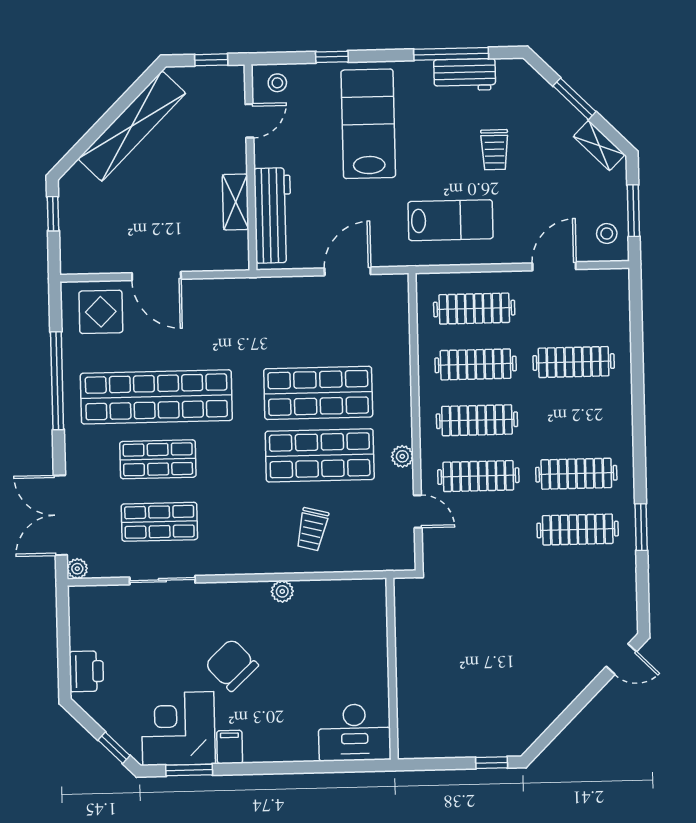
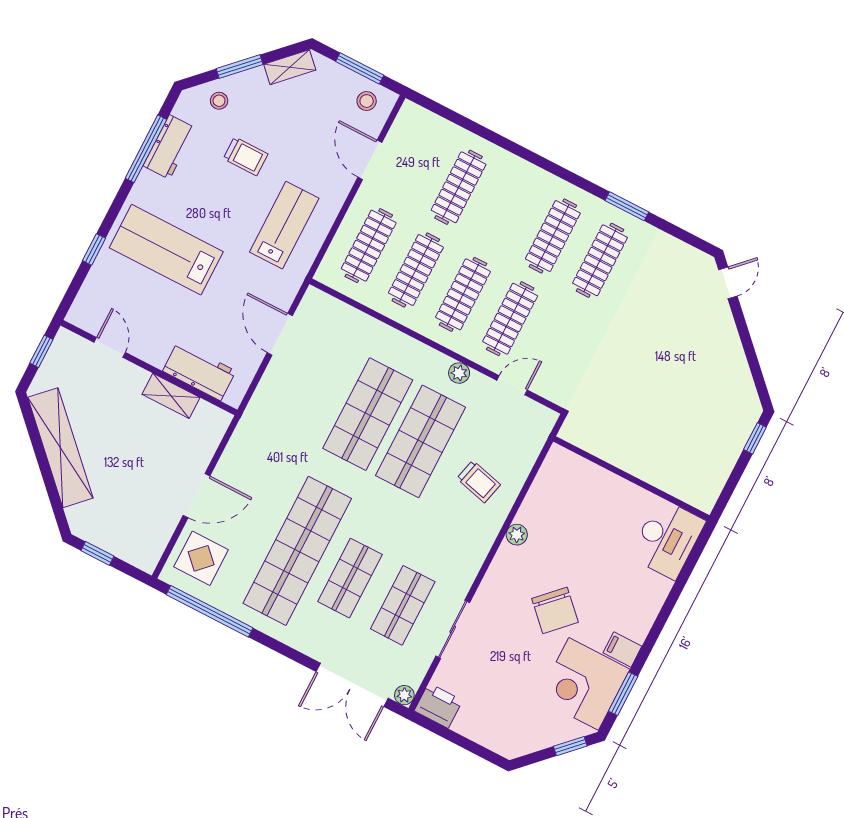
stool: (277, 83) -> (219, 101), moved
workbench: (273, 215) -> (199, 371), width x0.73
window: (57, 381) -> (210, 611), moved
chair: (232, 665) -> (555, 610), turned -92
printer: (86, 671) -> (438, 706), moved

